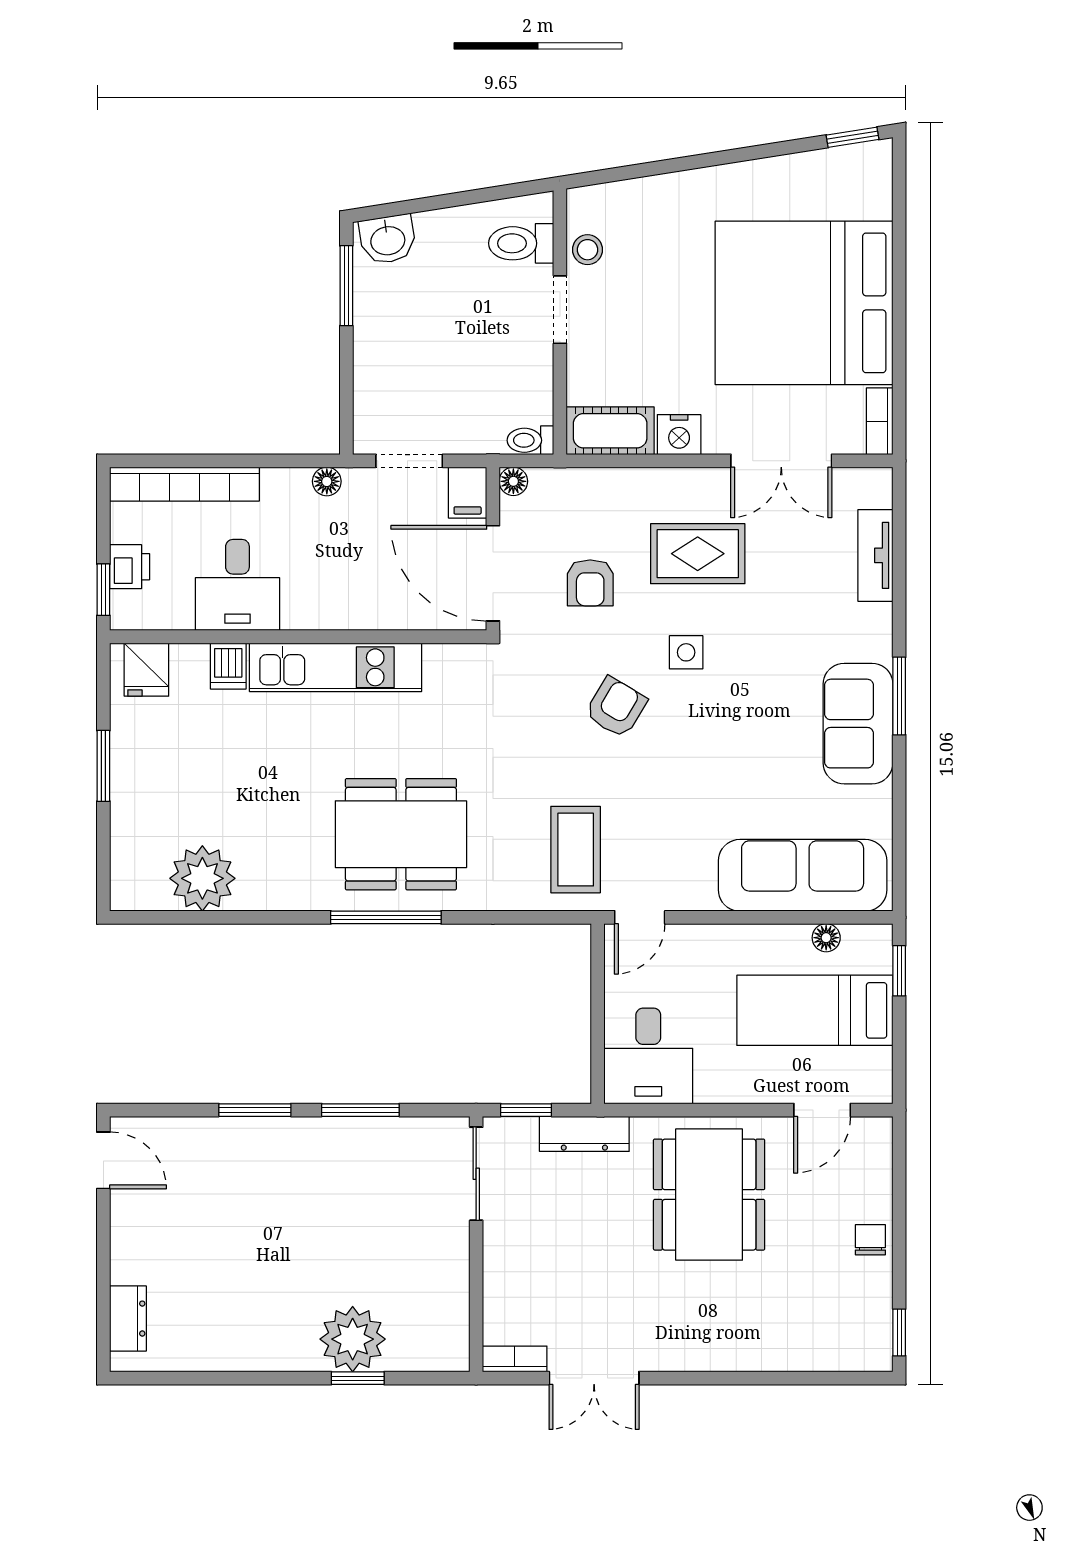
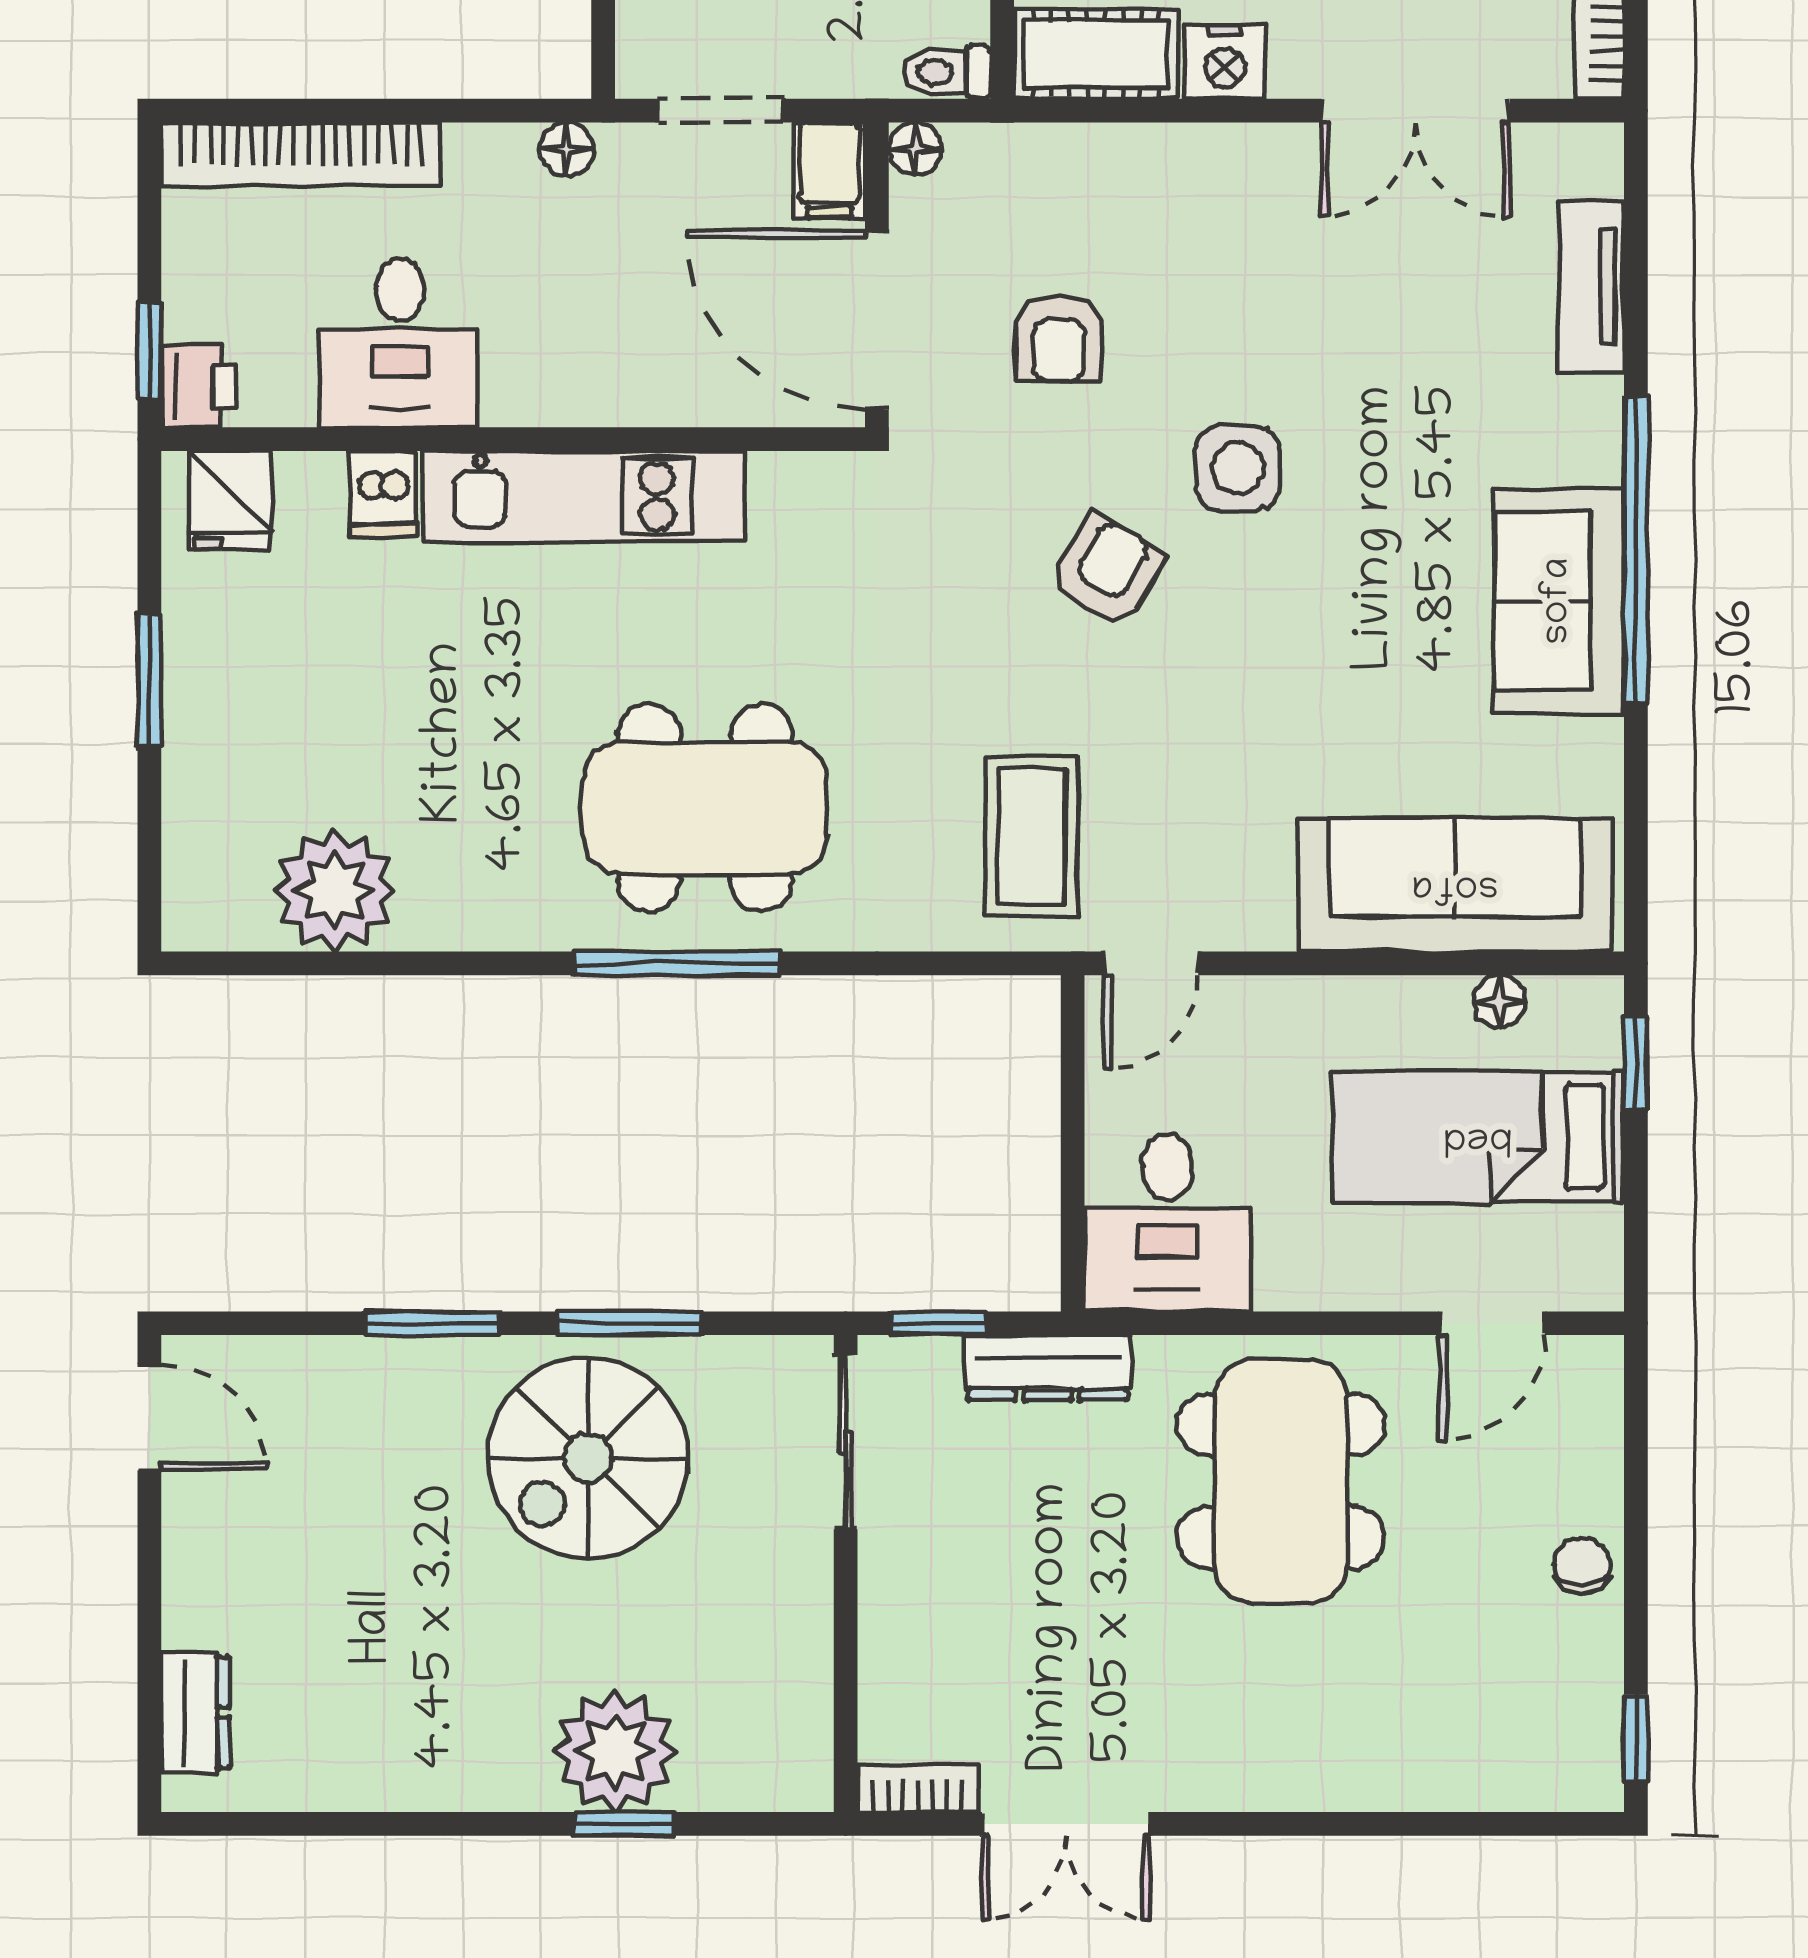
rug: (698, 554) -> (1260, 284), removed
printer: (130, 567) -> (198, 386), moved
side table: (686, 652) -> (1238, 468), width x1.37, depth x1.37
window: (899, 696) -> (1636, 550), width x2.11
spiral stairs: (338, 1182) -> (588, 1458), added

